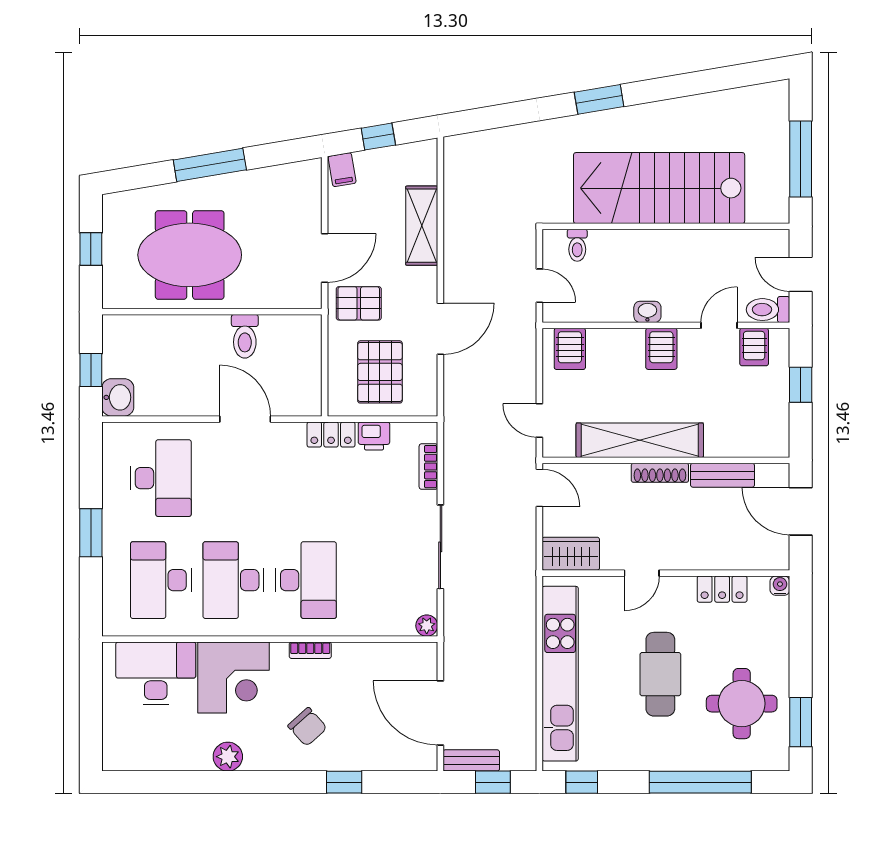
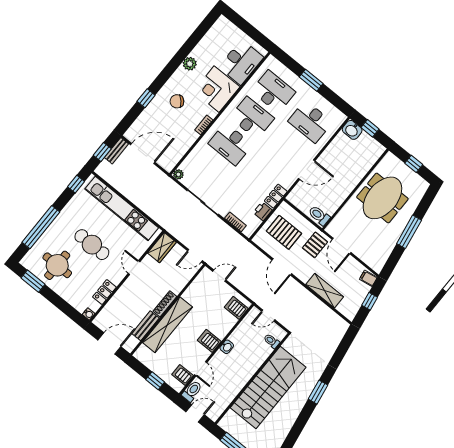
toilet: (245, 336) -> (319, 215), moved
shelving: (640, 440) -> (167, 325), moved

